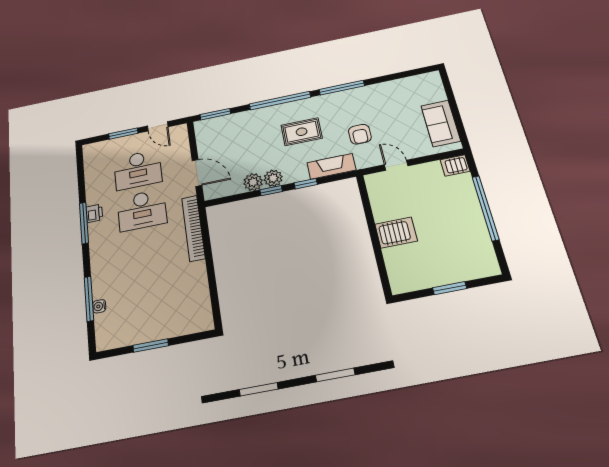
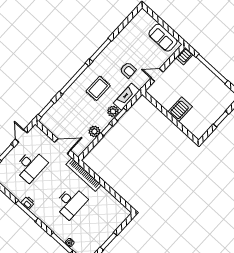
door: (158, 126) -> (21, 136), swing flipped
plant: (273, 178) -> (113, 111), moved
desk: (142, 210) -> (71, 202), moved

